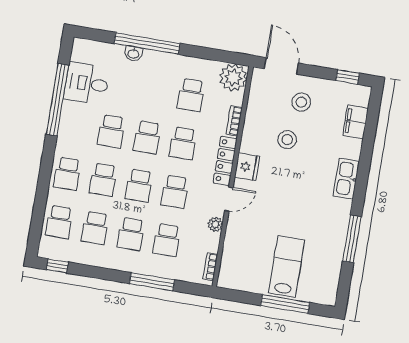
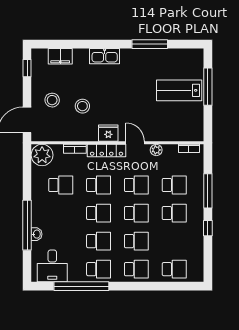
desk: (87, 83) -> (52, 266), moved
school desk: (95, 228) -> (99, 269), moved
window: (57, 266) -> (208, 228), moved

